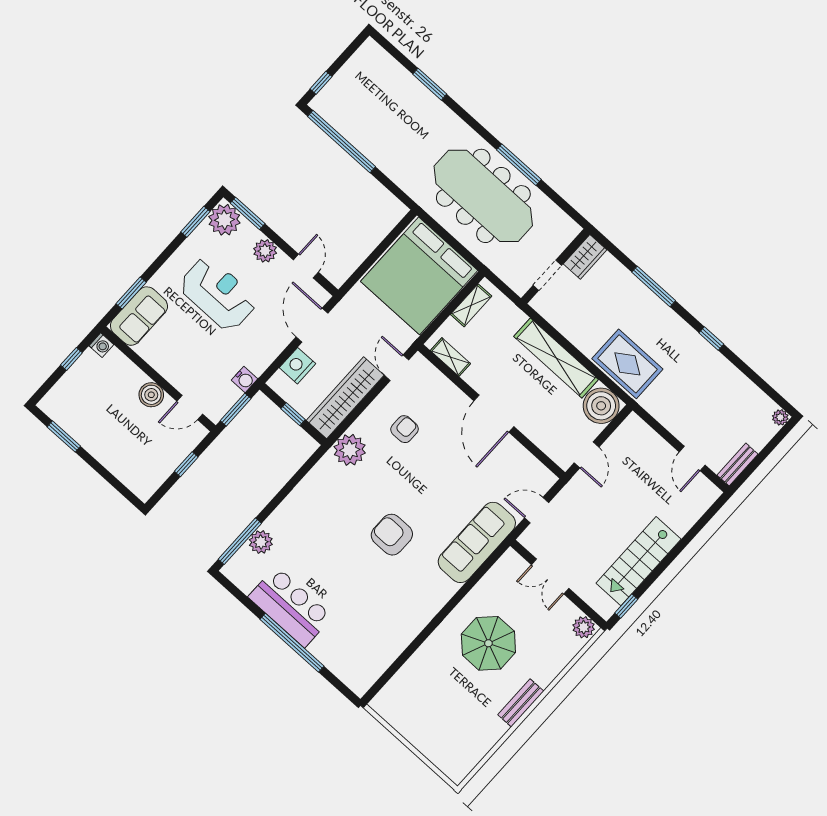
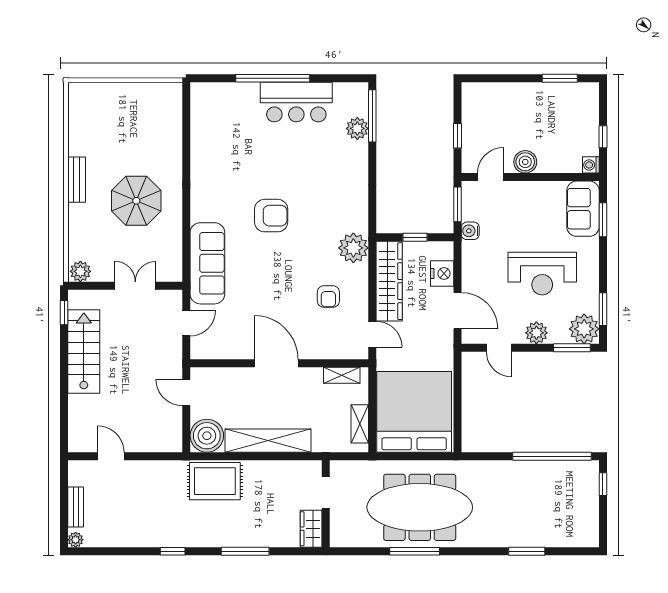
bench: (737, 465) -> (76, 507), moved

